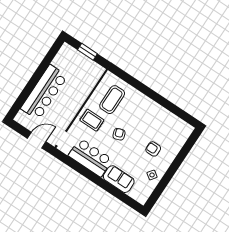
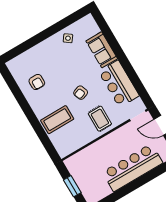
coffee table: (112, 100) -> (57, 120), moved
armchair: (153, 149) -> (37, 82), moved

